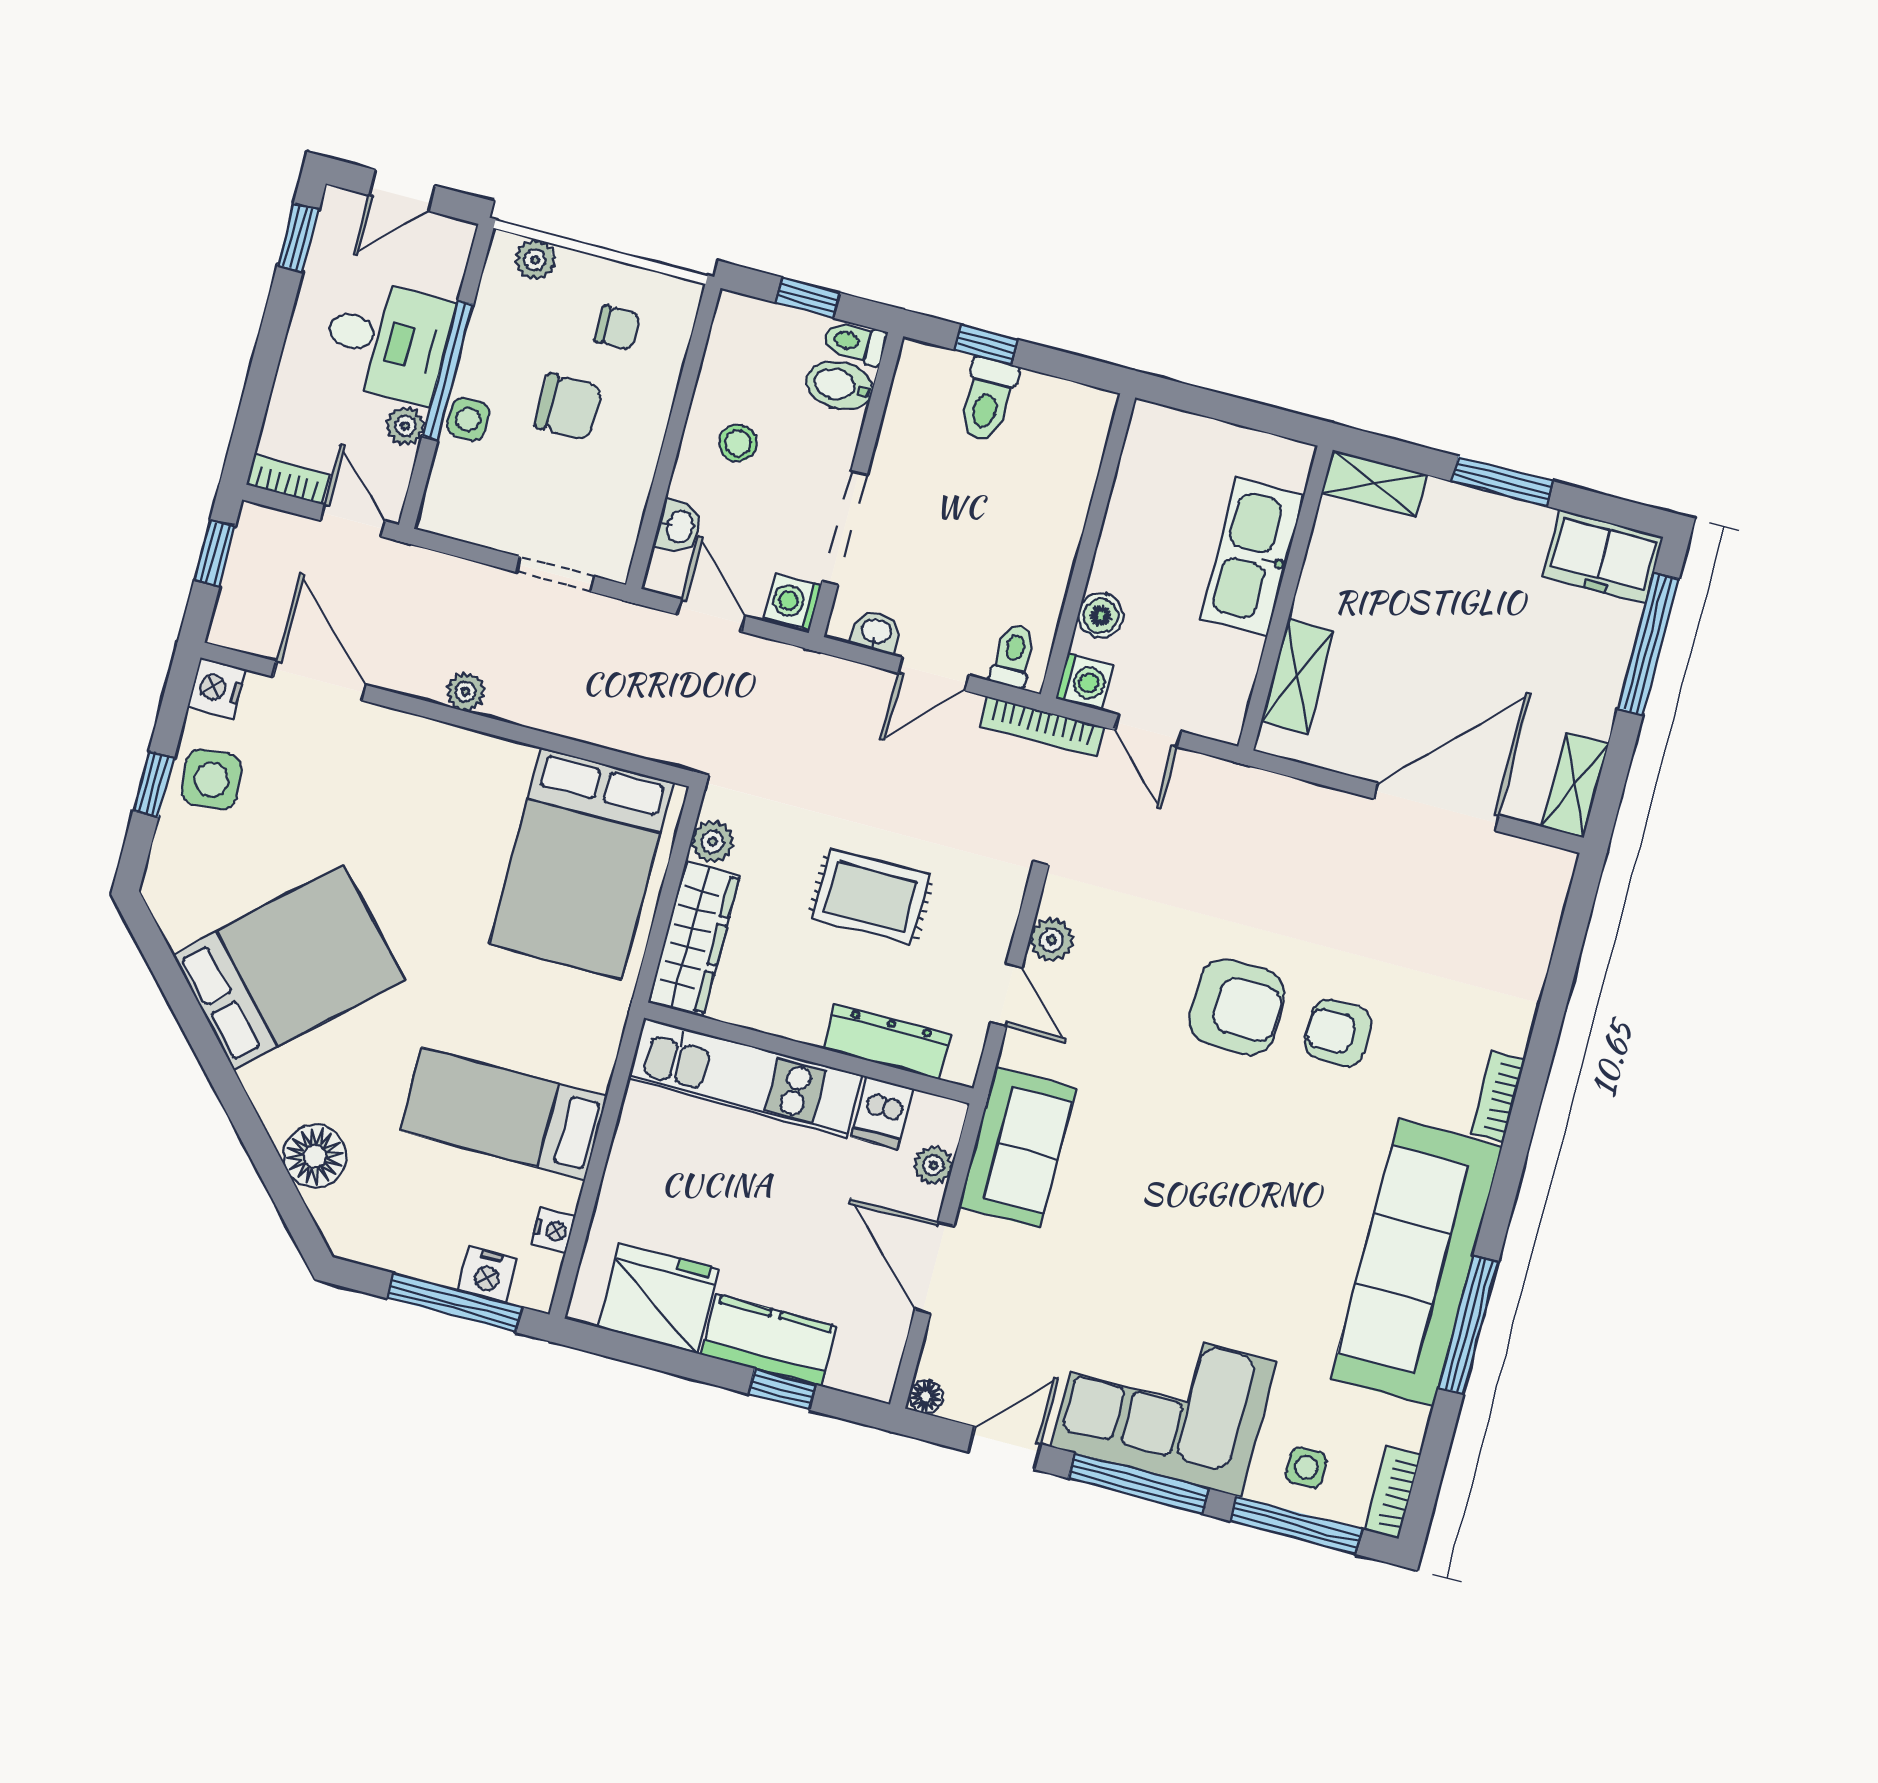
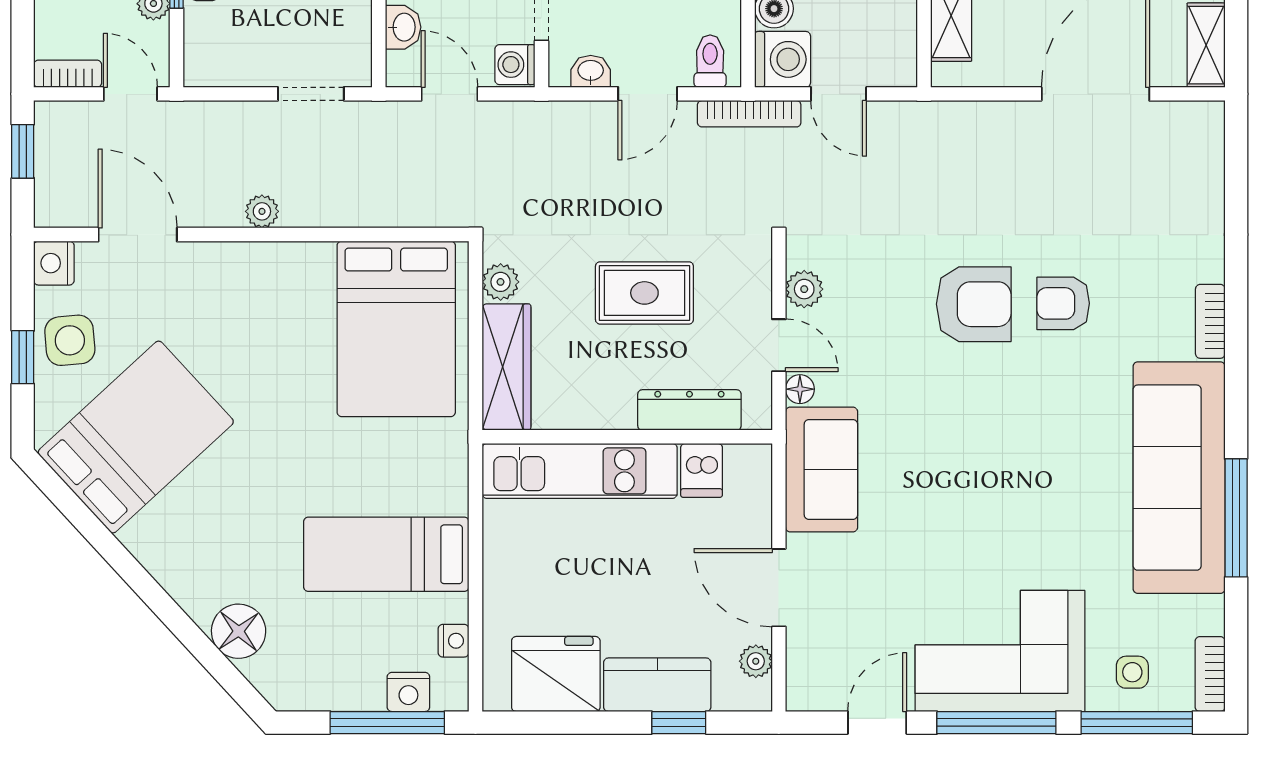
washing machine: (1084, 682) -> (783, 59), width x1.38, depth x1.38
bed: (288, 967) -> (136, 437), moved
plant: (934, 1165) -> (756, 661), moved
floor lamp: (925, 1397) -> (800, 389), moved

